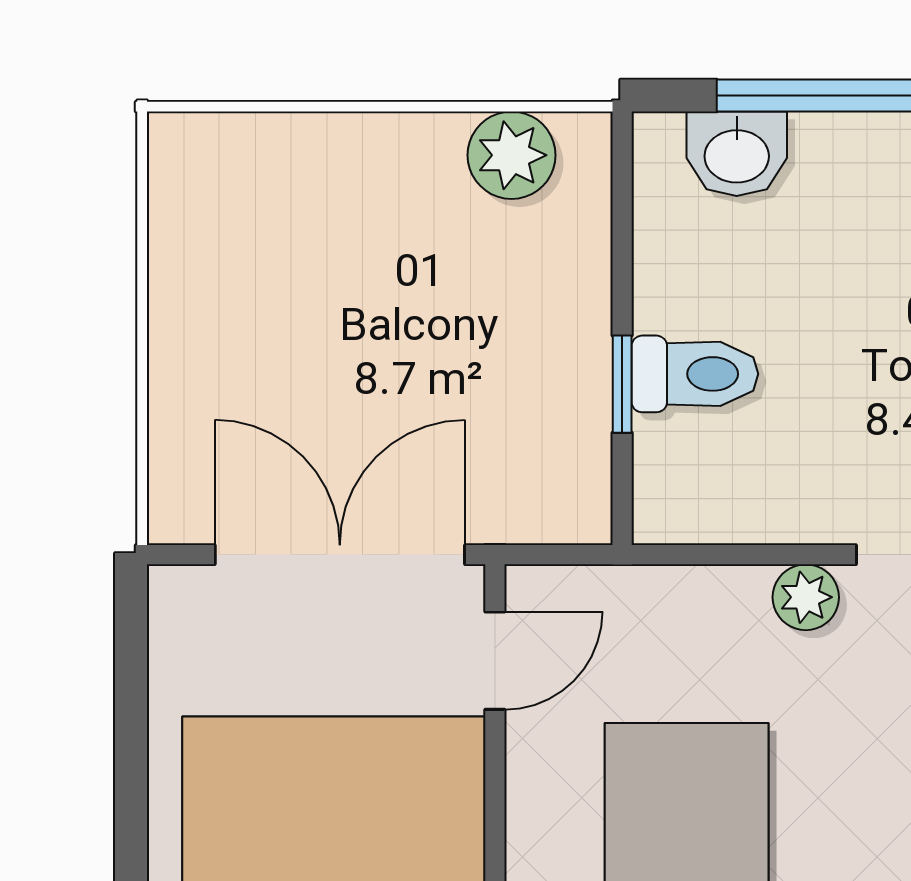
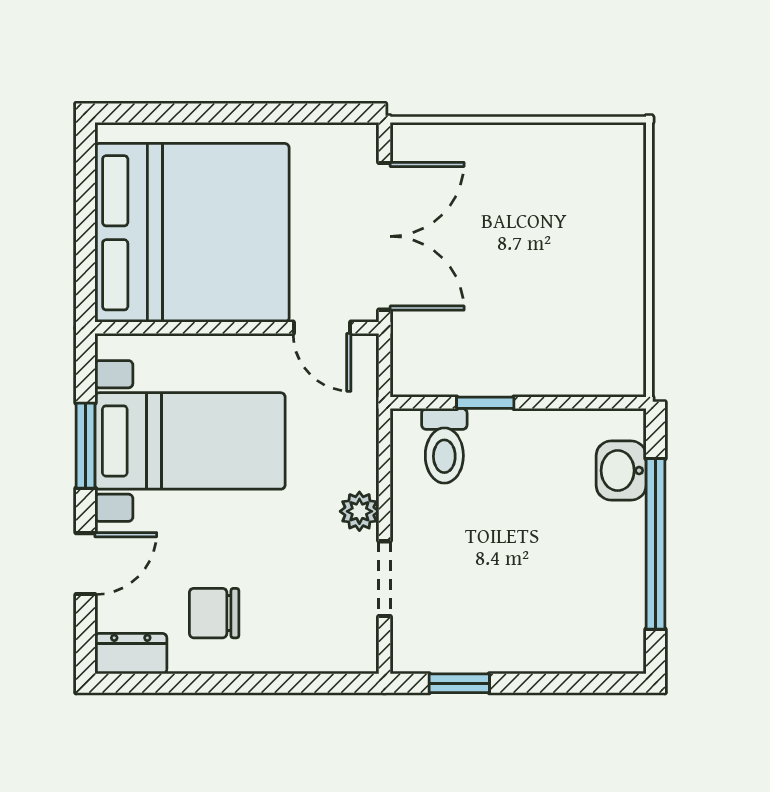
plant: (512, 155) -> (620, 338), removed
toilet: (695, 374) -> (444, 446), moved

